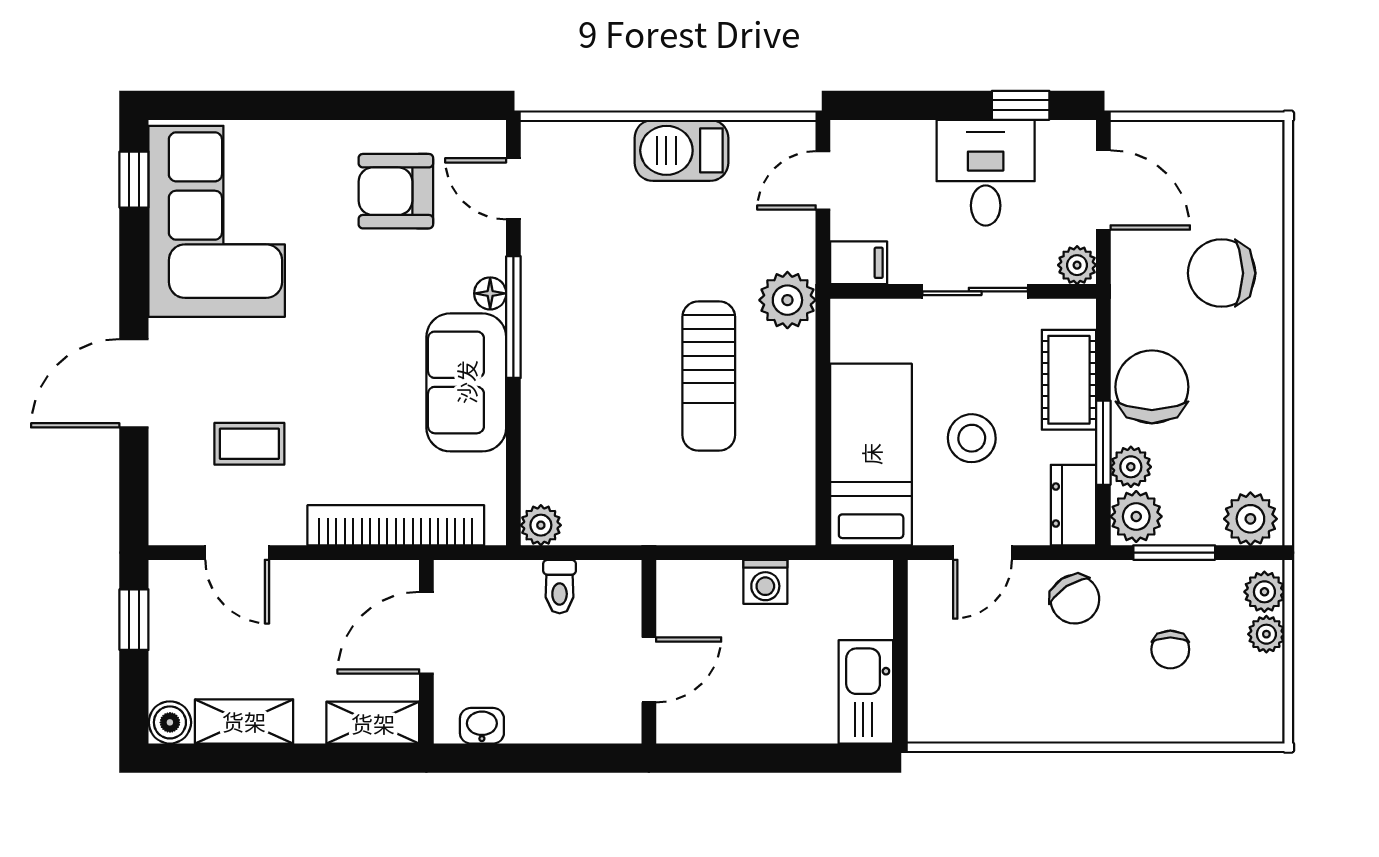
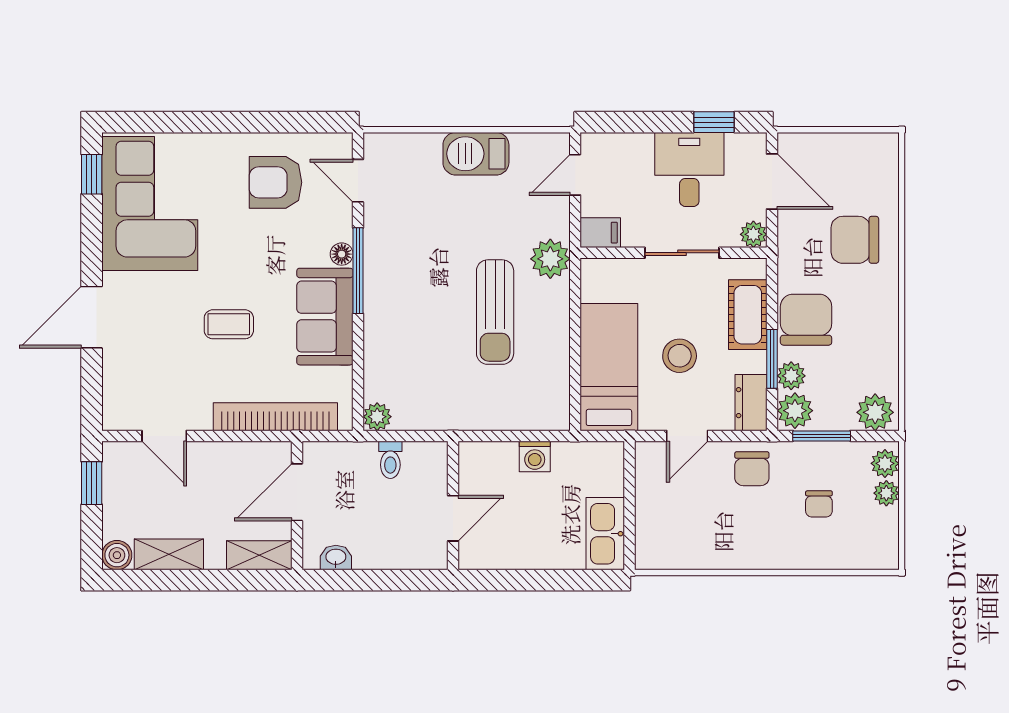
coffee table: (249, 444) -> (229, 324), moved
chair: (1075, 599) -> (752, 469), turned 33

